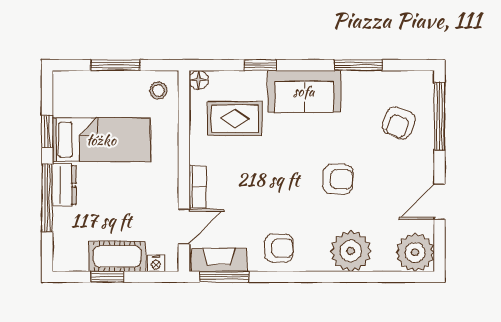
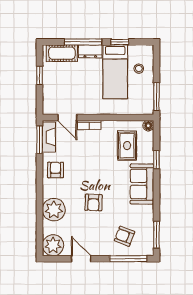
window: (116, 65) -> (156, 97), moved
window: (358, 65) -> (156, 235), moved
stool: (158, 91) -> (139, 69), moved
armchair: (279, 248) -> (55, 170), turned 180
cot: (117, 256) -> (62, 53), moved, turned 90
nightstand: (156, 263) -> (47, 102), removed

